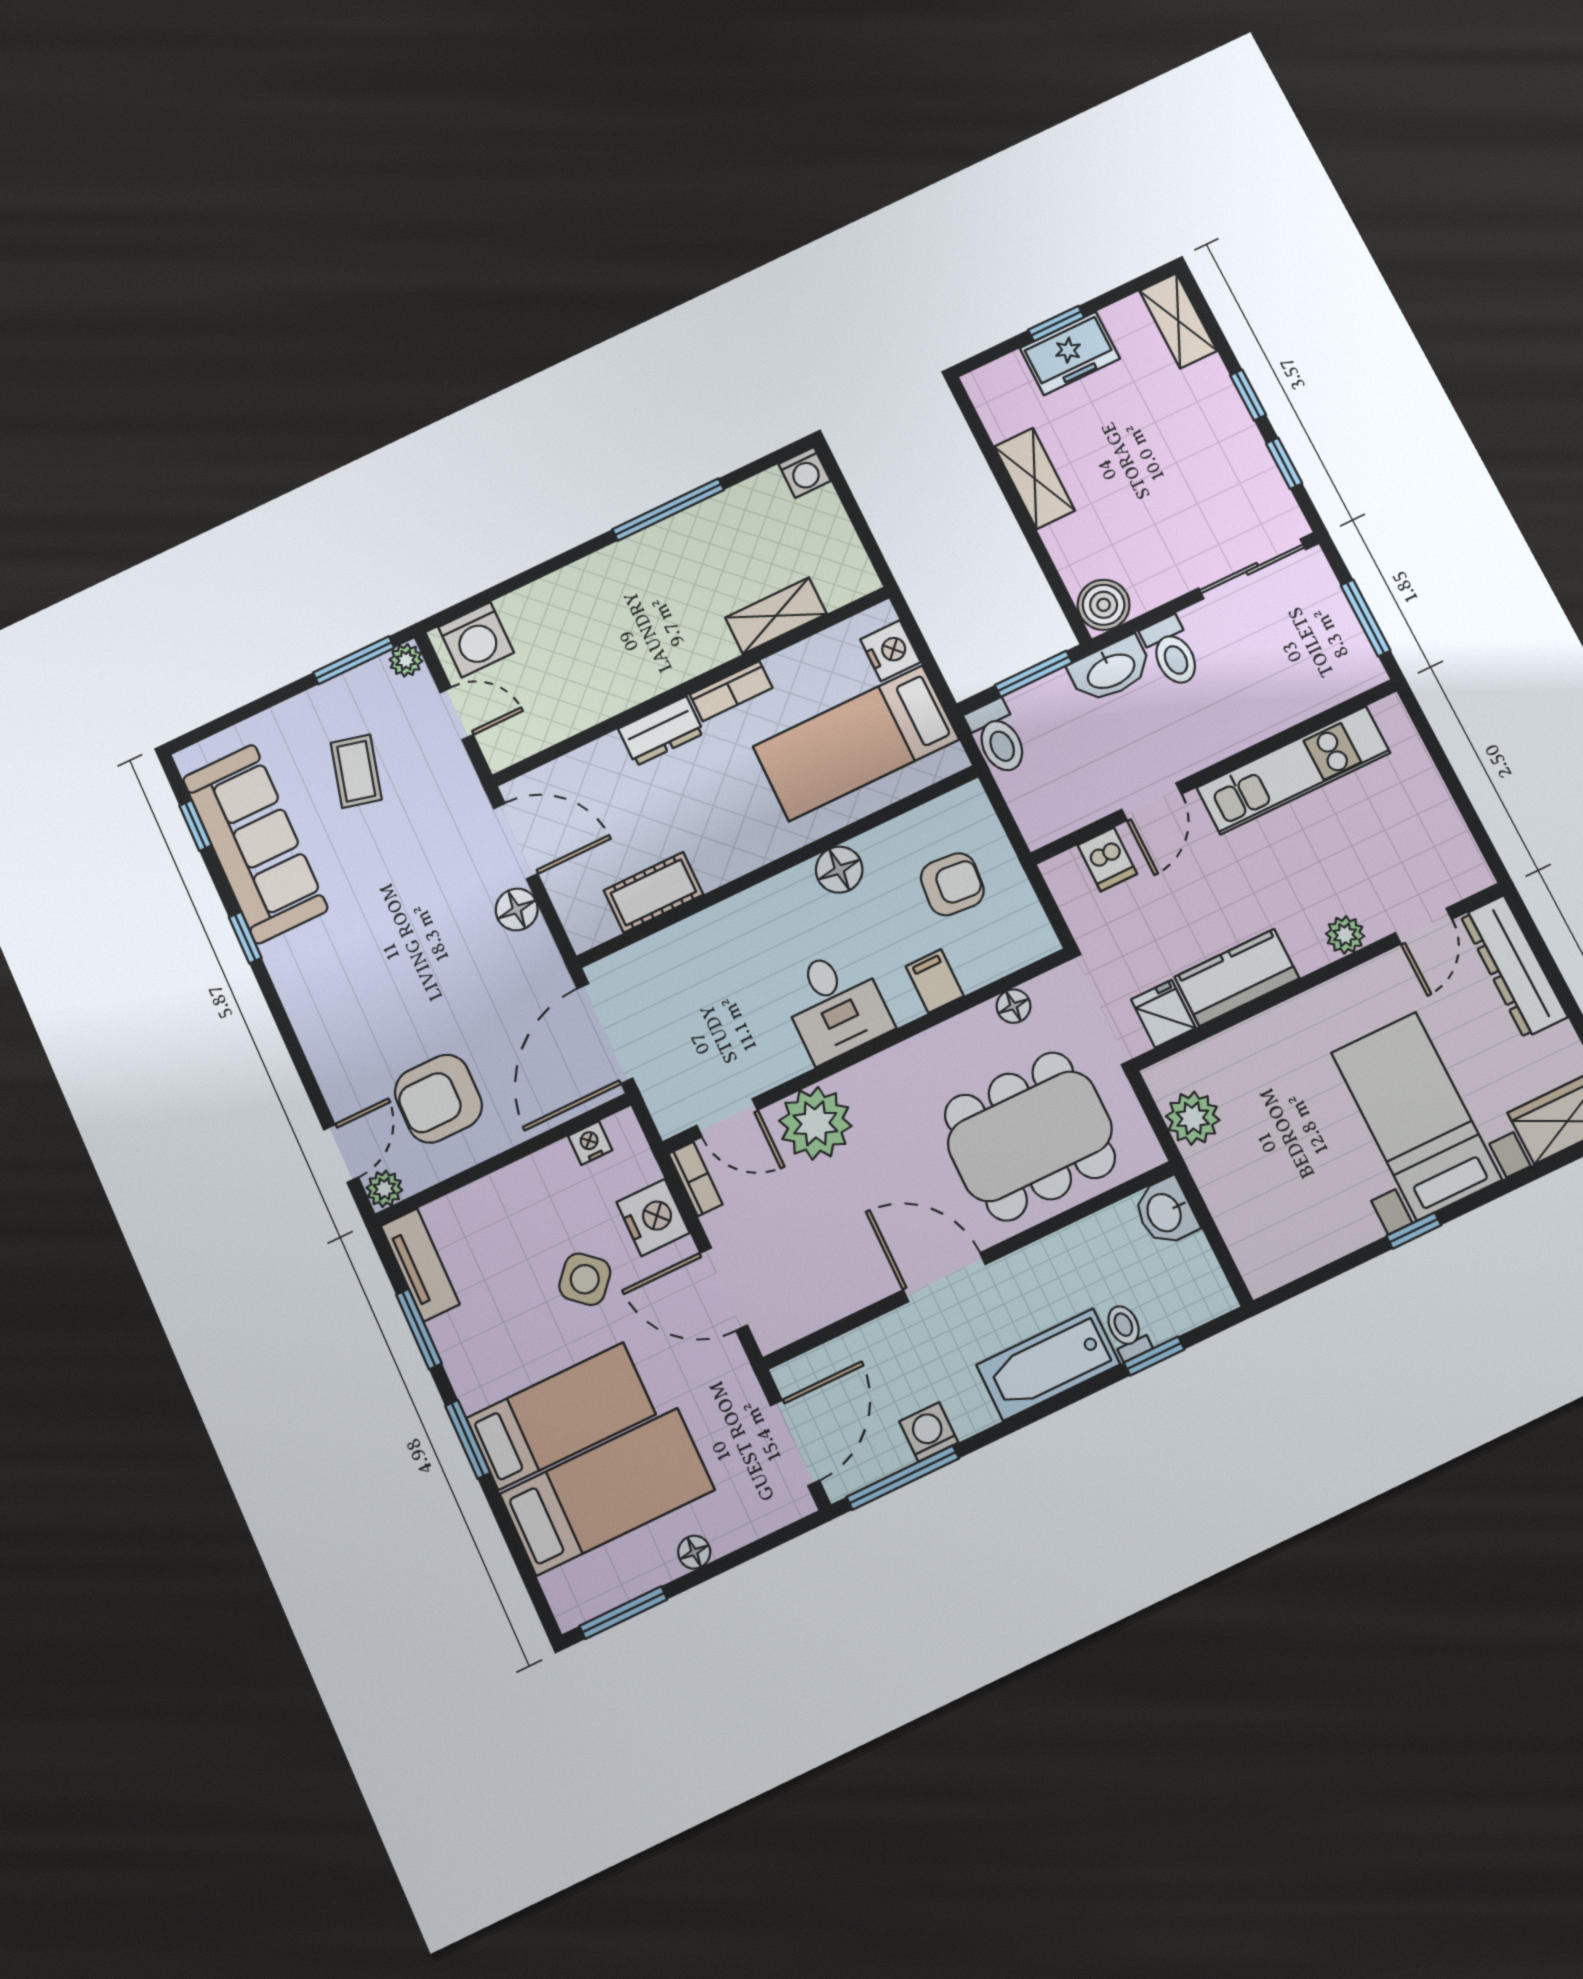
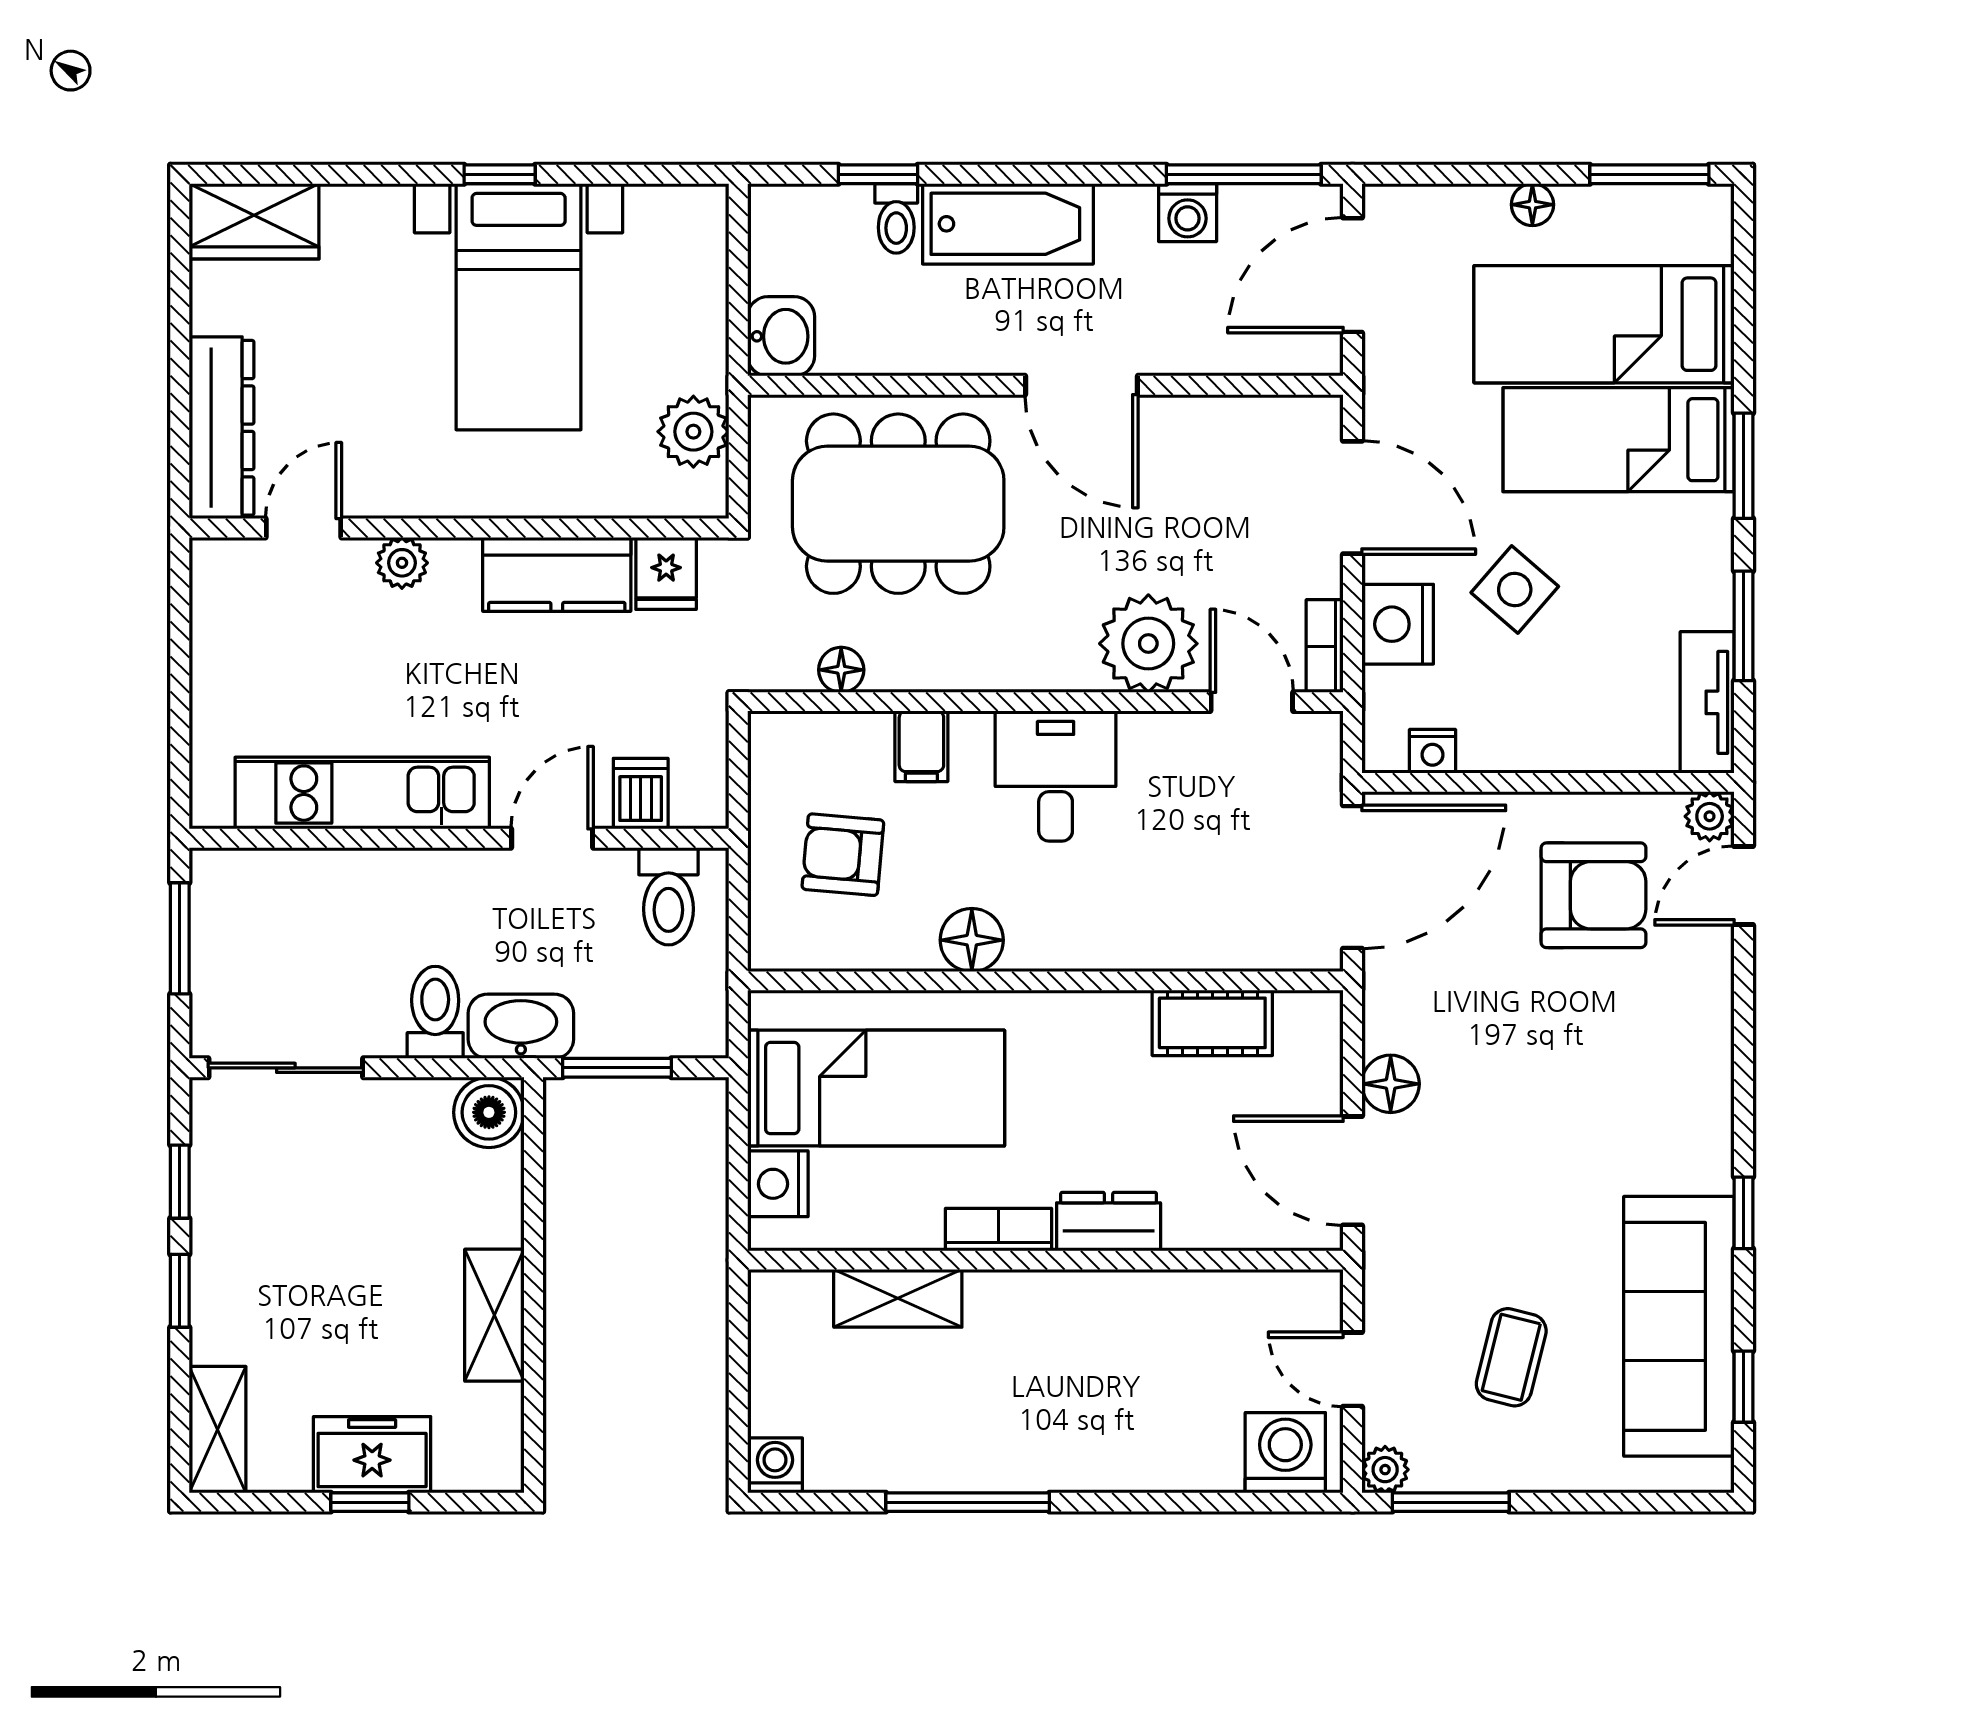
toilet: (998, 737) -> (668, 896), moved, turned 180
bed with nightstands: (1416, 1116) -> (519, 307), moved

